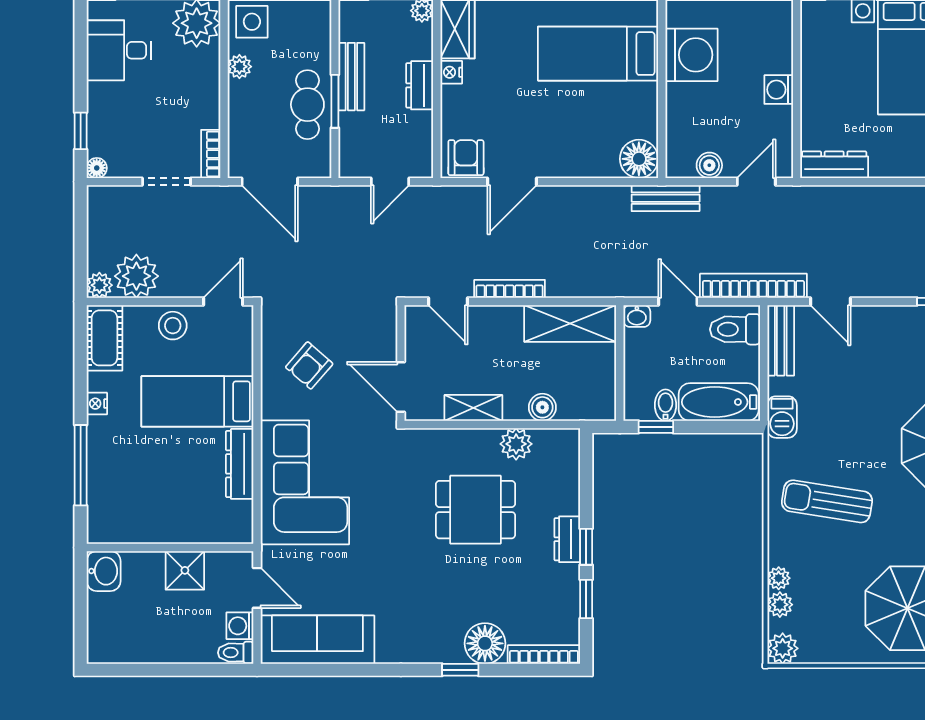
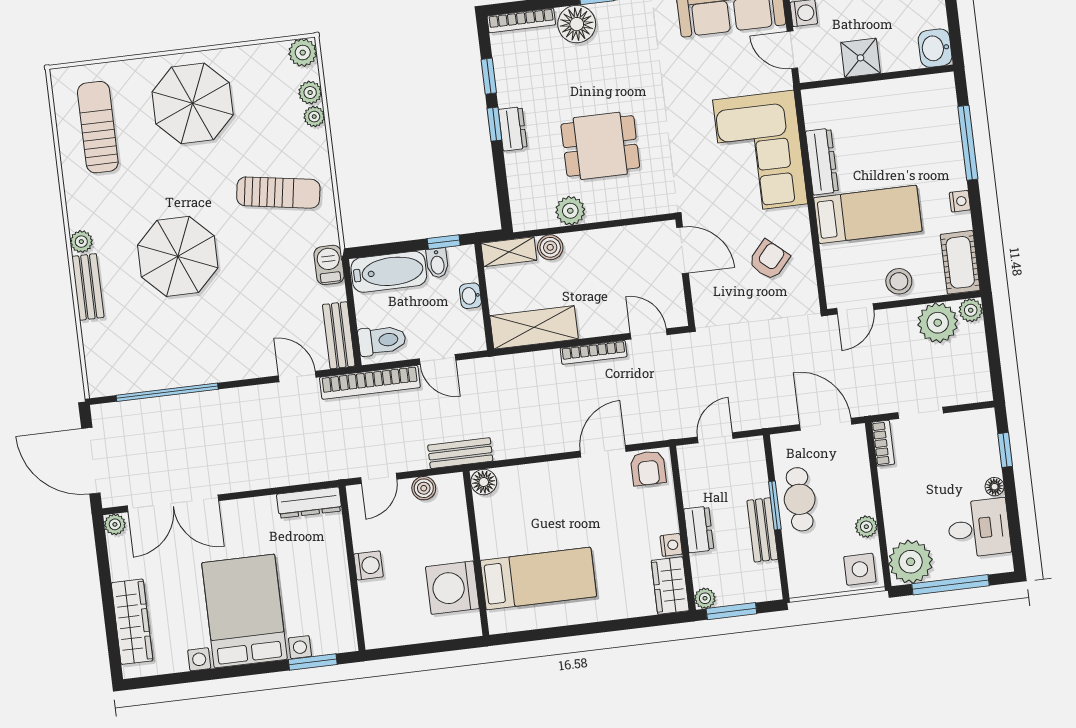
floor lamp: (639, 159) -> (484, 482), width x0.73, depth x0.73
floor lamp: (97, 168) -> (995, 487), moved
washbasin: (637, 316) -> (470, 296), moved, turned -90
shelving: (473, 408) -> (509, 252), moved

